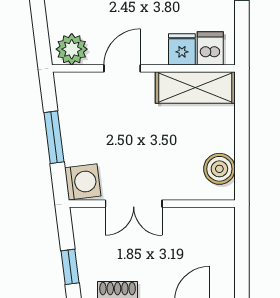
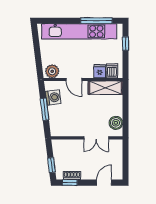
door: (122, 68) -> (74, 79), swing flipped
washing machine: (83, 182) -> (53, 97), moved
double door: (134, 204) -> (96, 138), moved

